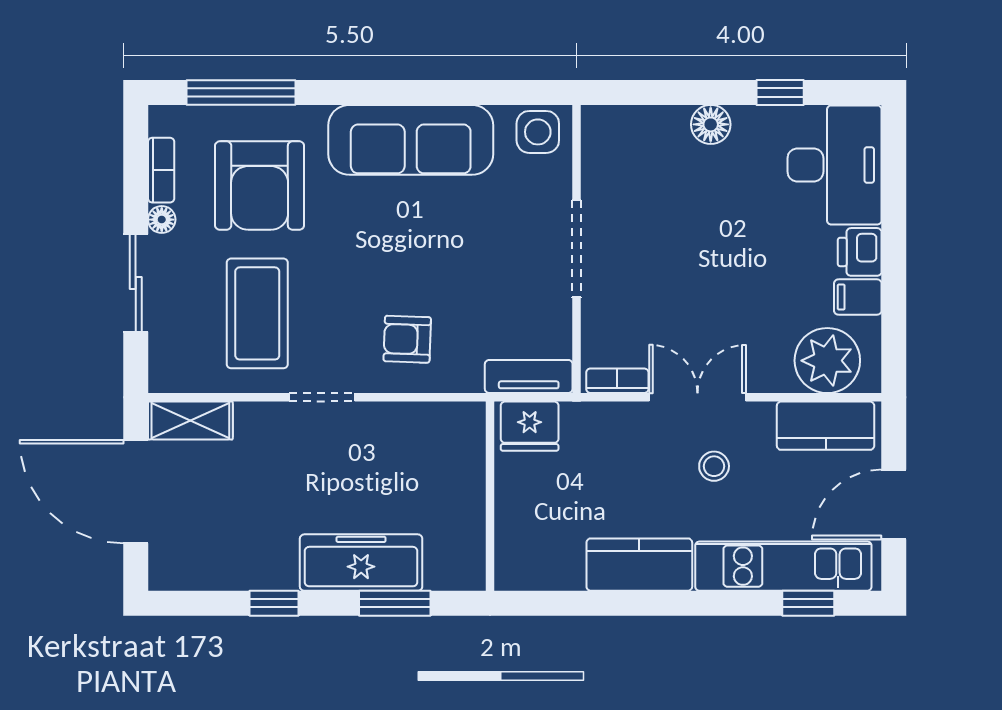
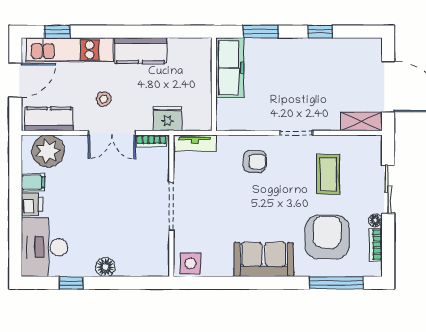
sofa: (411, 140) -> (264, 260), width x0.73
coffee table: (257, 313) -> (328, 174), width x0.73, depth x0.76
fridge: (530, 426) -> (167, 119), moved
freezer: (361, 563) -> (230, 68), moved, turned -90

